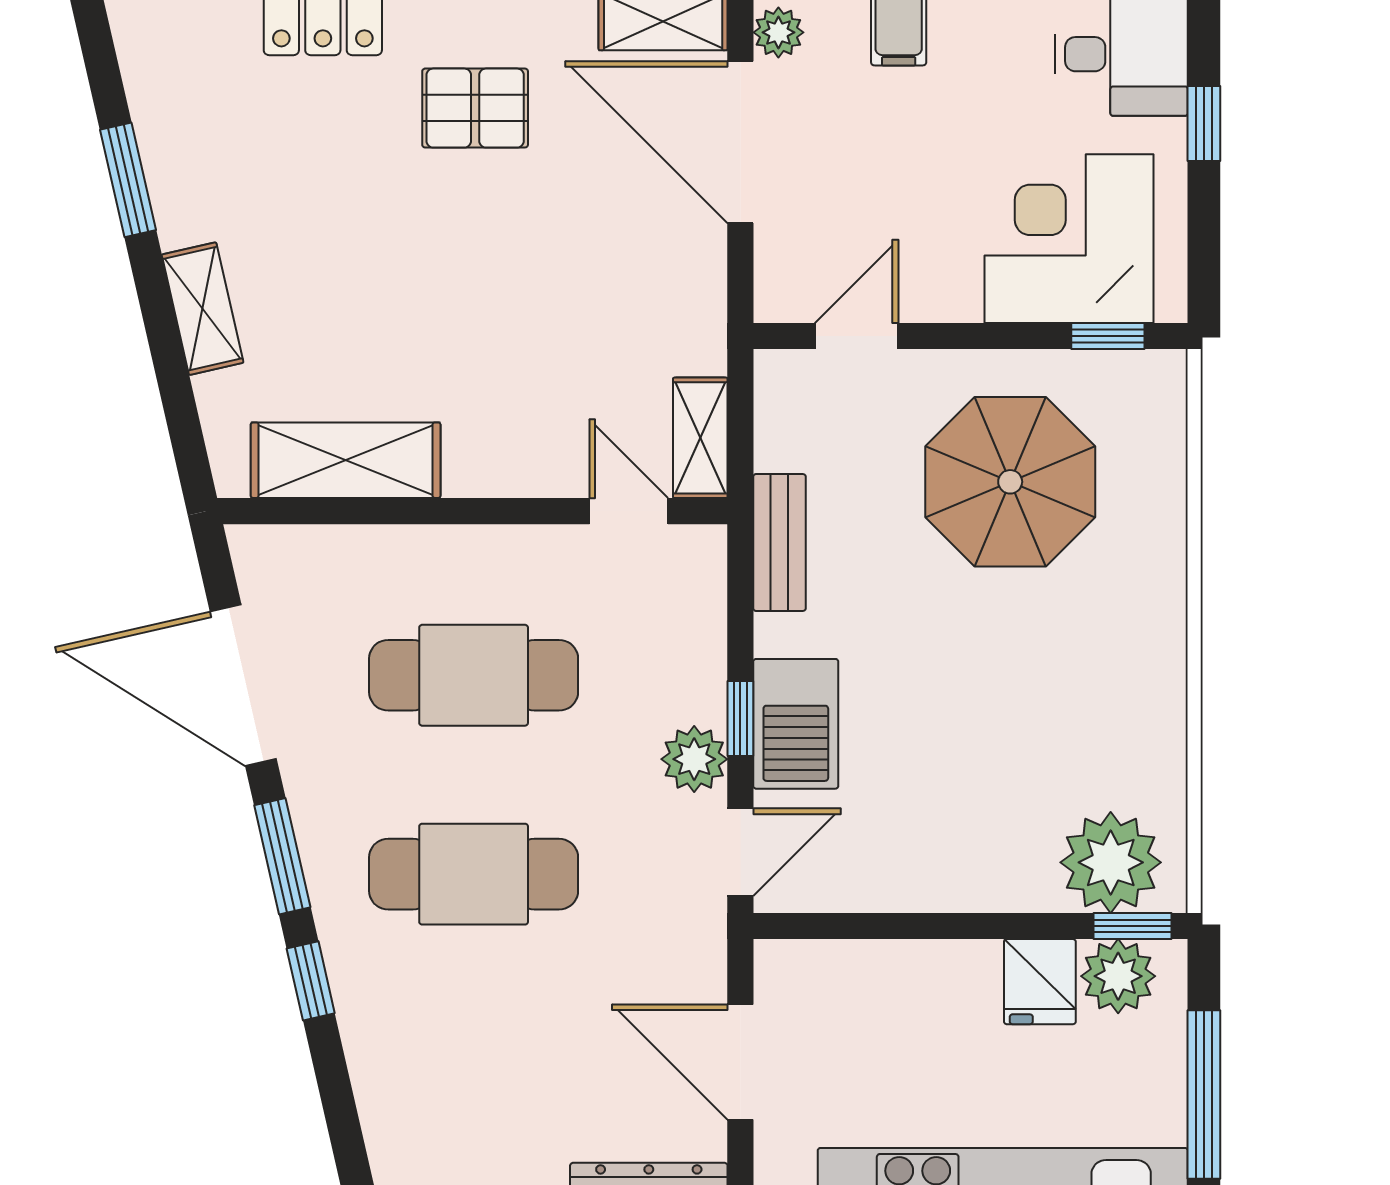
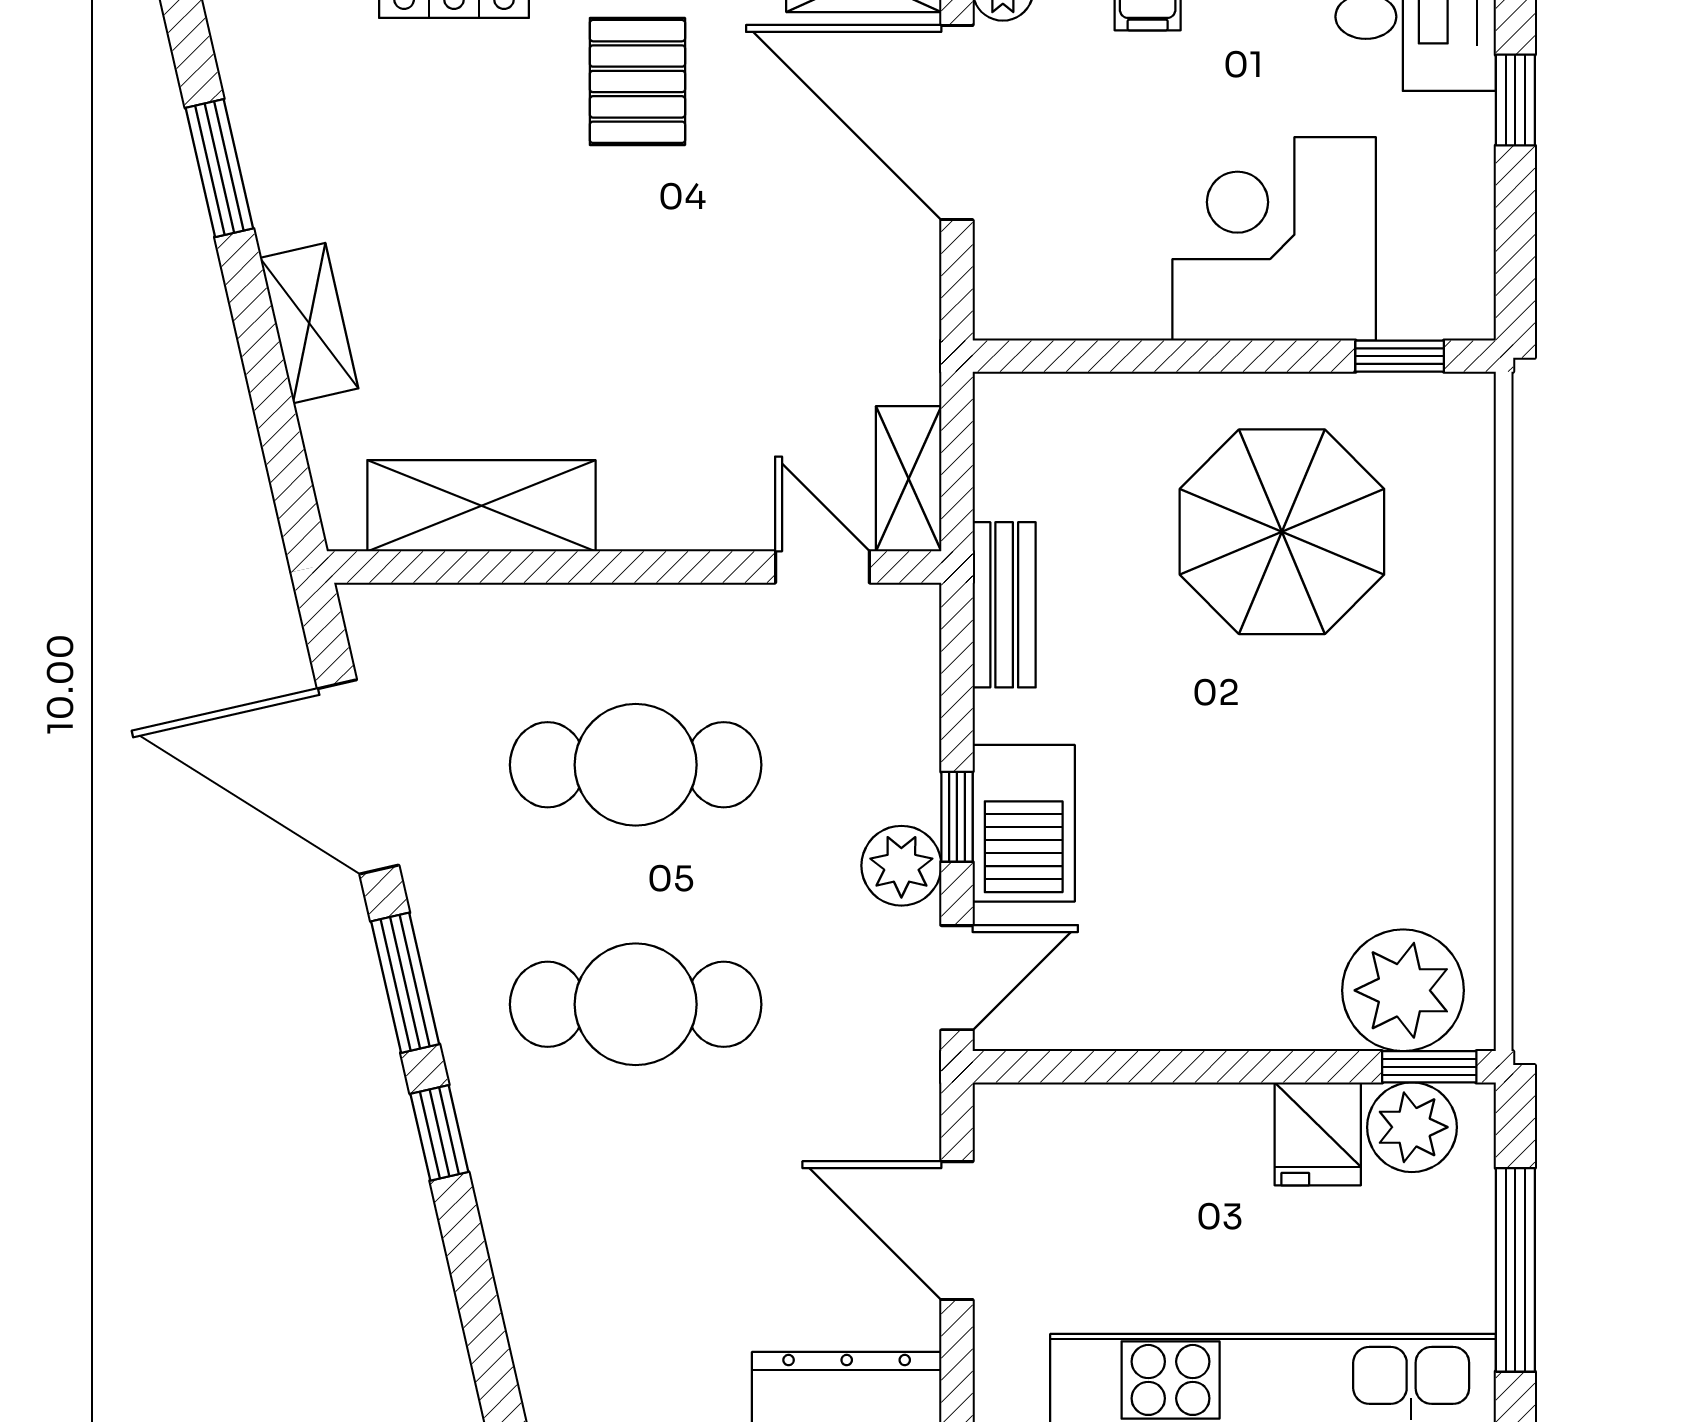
pallet: (475, 108) -> (637, 81), turned 90
corner desk: (1069, 239) -> (1274, 239), moved
door: (857, 336) -> (1097, 356), removed

